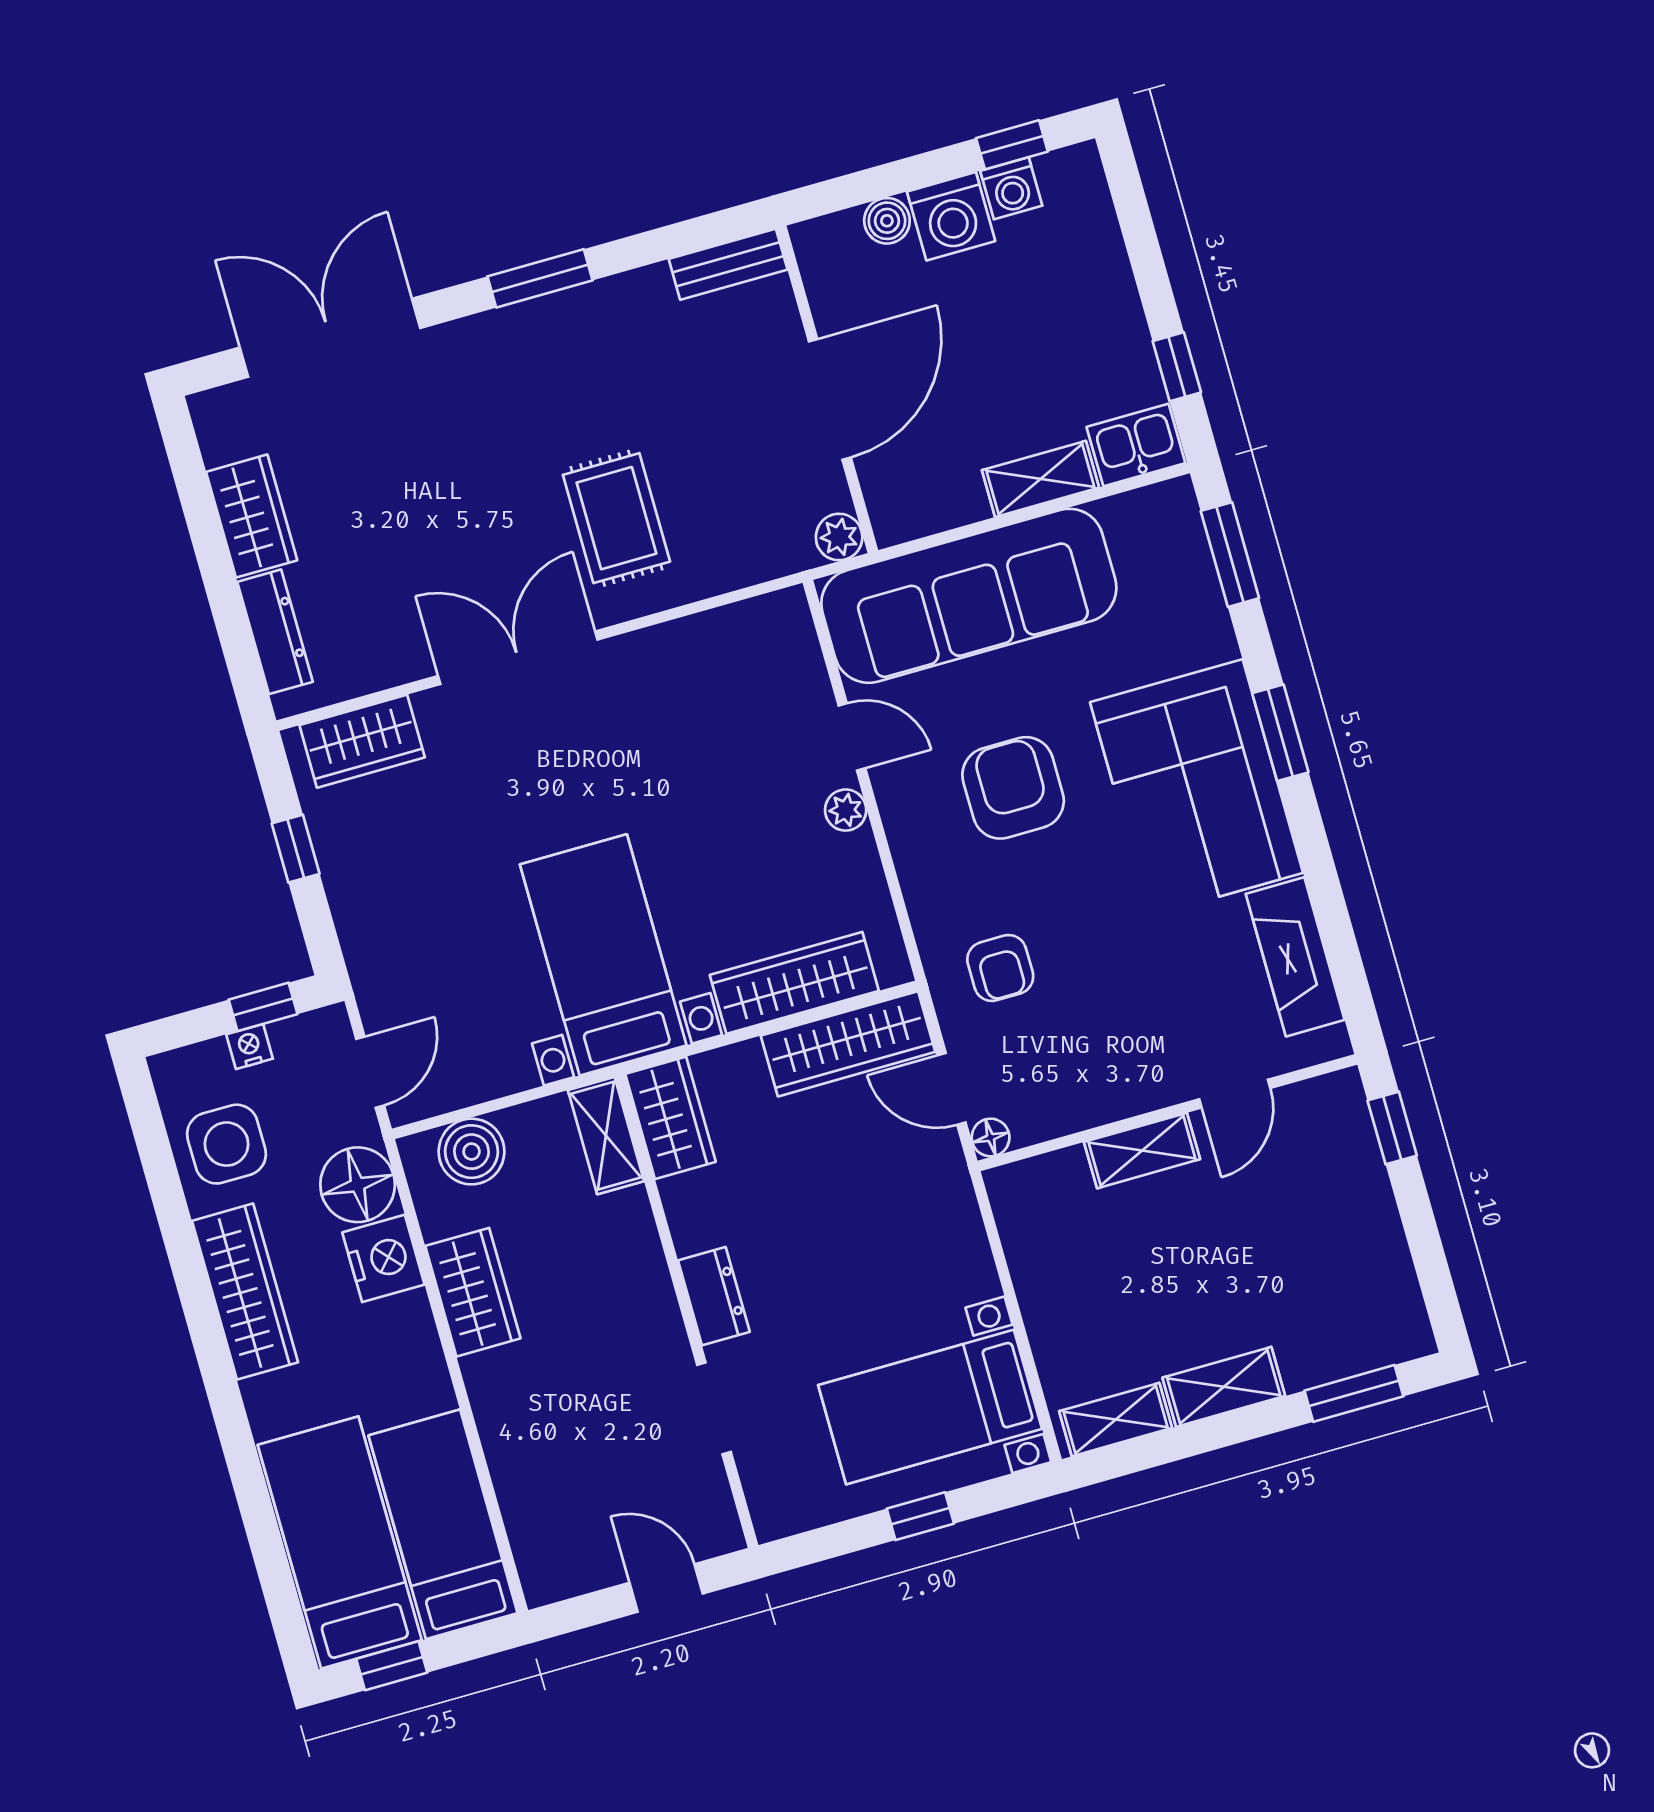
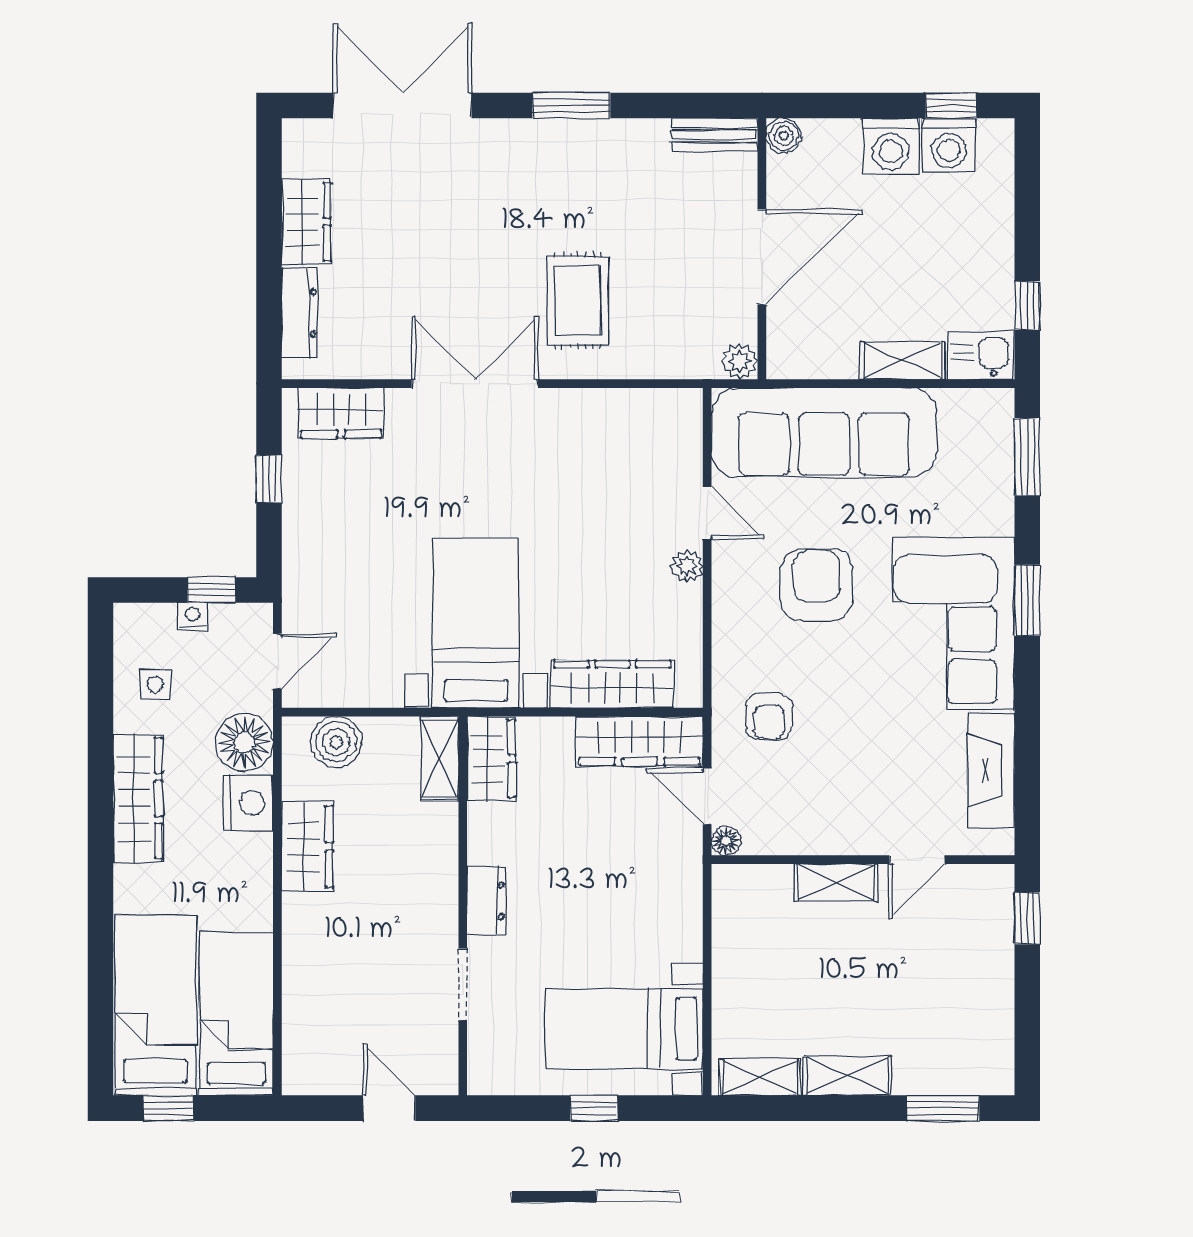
washing machine: (1011, 188) -> (949, 145), width x1.38, depth x1.38
boiler: (887, 221) -> (784, 136), moved
side table: (227, 1144) -> (155, 685), width x0.54, depth x0.54

